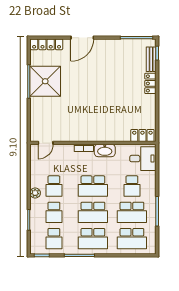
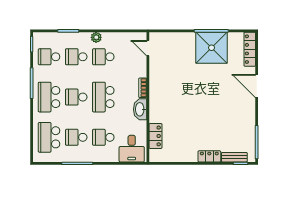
locker: (142, 136) -> (155, 136), moved
school desk: (93, 212) -> (76, 97), width x0.54
school desk: (132, 212) -> (76, 137), width x0.54

